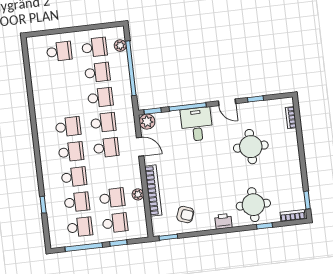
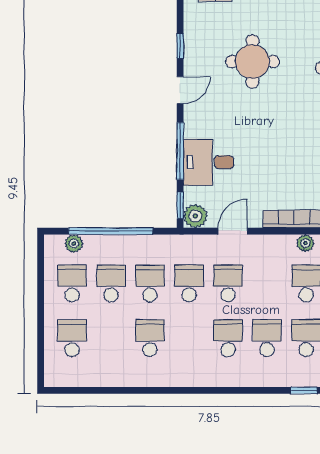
desk: (197, 124) -> (208, 162), moved
school desk: (68, 127) -> (150, 338), moved

